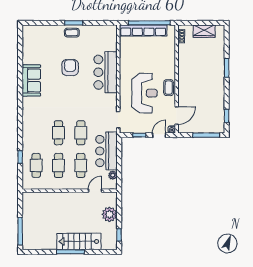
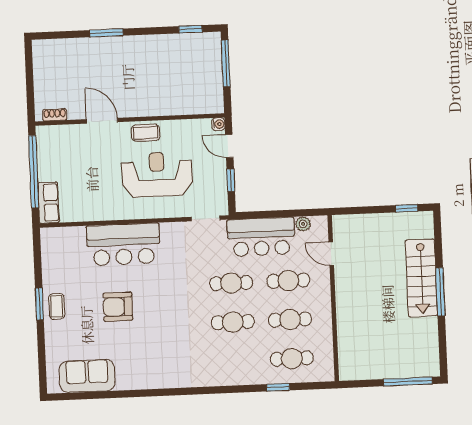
row of seats: (143, 30) -> (48, 203), width x0.50
wardrobe: (204, 31) -> (44, 75), removed
sofa: (31, 80) -> (87, 376), moved
door: (177, 116) -> (102, 121), moved
plant: (109, 214) -> (372, 227), removed

